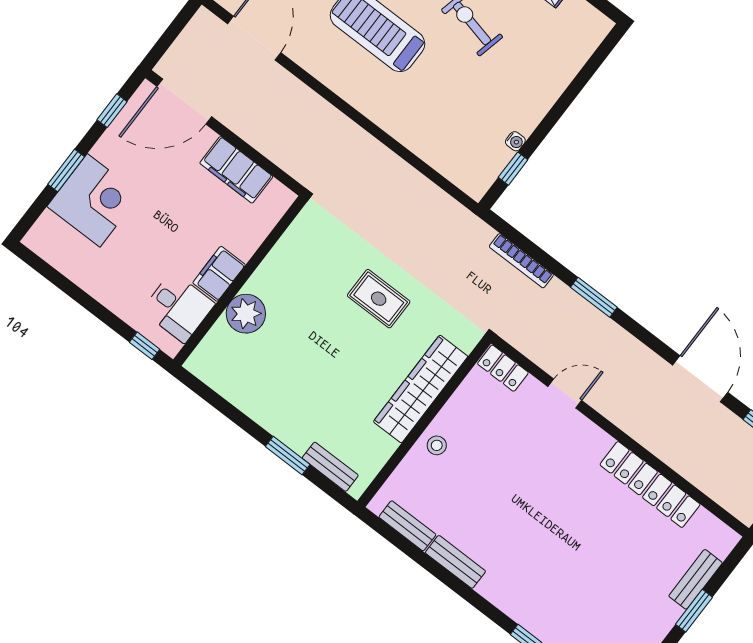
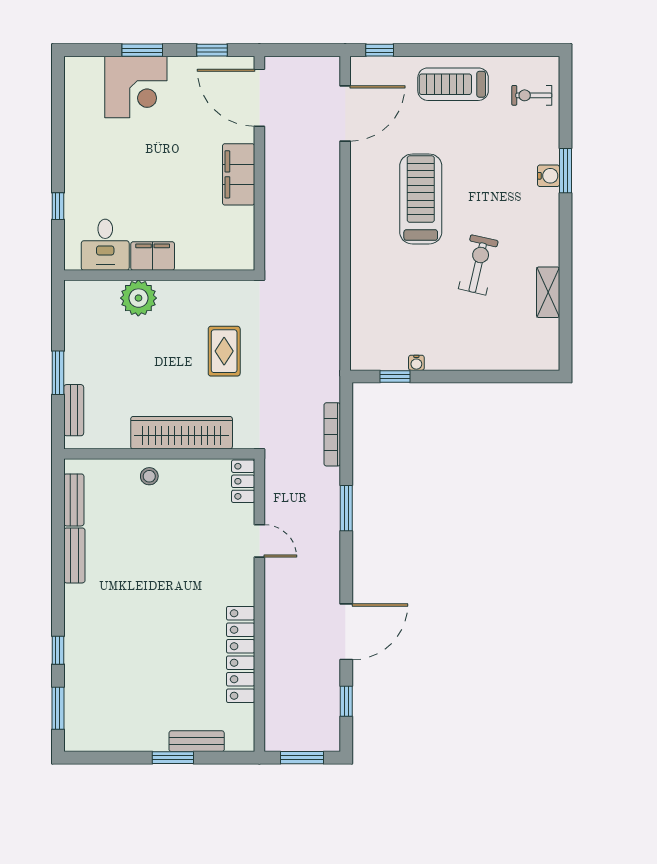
filing cabinet: (219, 274) -> (153, 256), moved
wall: (240, 281) -> (159, 275), moved
desk: (178, 307) -> (105, 245), moved
plant: (246, 314) -> (138, 298), moved

